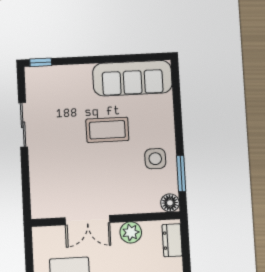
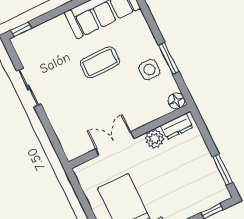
window: (181, 173) -> (169, 58), moved
double door: (87, 220) -> (115, 144), swing flipped
dresser: (172, 240) -> (177, 126), moved, turned -90

